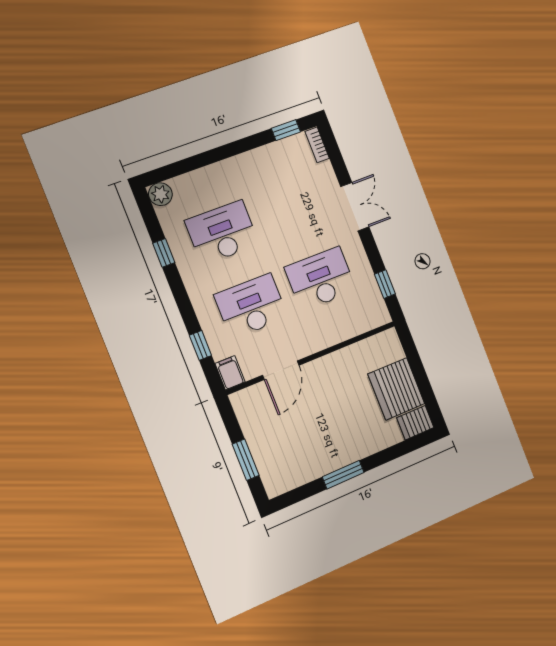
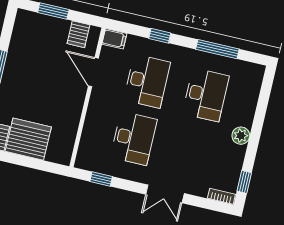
plant: (160, 194) -> (241, 136), moved
window: (164, 253) -> (217, 49), width x2.17
window: (200, 345) -> (160, 36), moved
server rack: (252, 415) -> (78, 34), added

